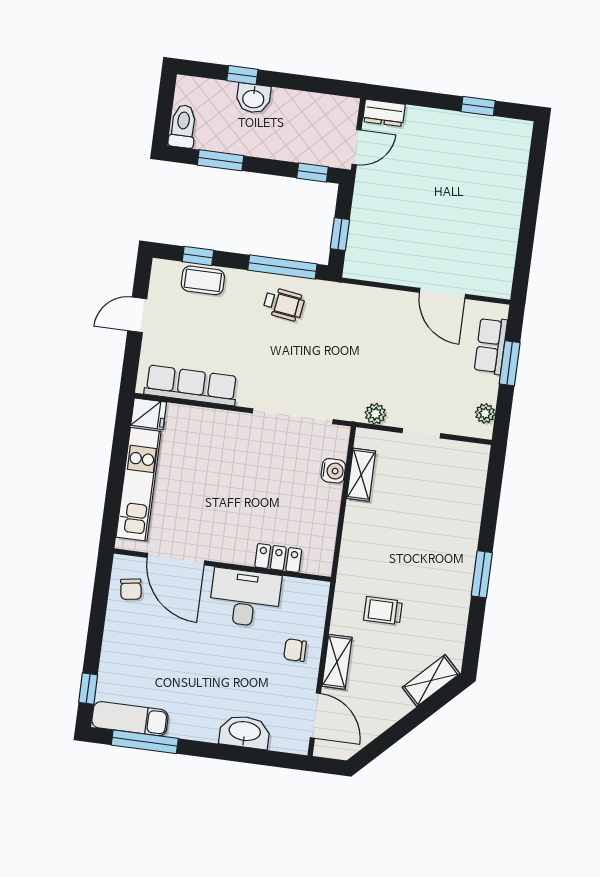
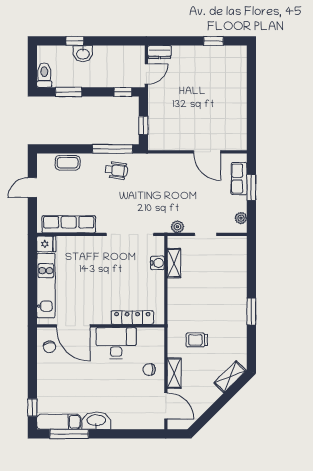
window: (198, 256) -> (63, 149), removed
locker: (278, 558) -> (132, 318), width x1.53
washbasin: (245, 732) -> (96, 421), moved

